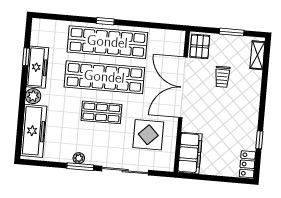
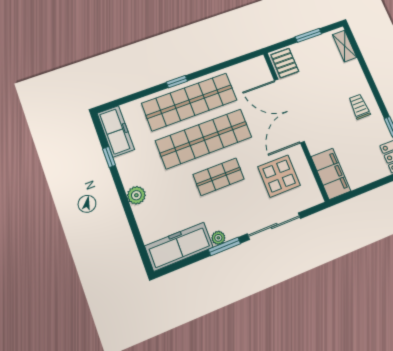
freezer: (37, 67) -> (116, 131), moved
trolley: (222, 77) -> (359, 107), moved, turned 180
freezer: (34, 131) -> (179, 247), moved, turned -90

